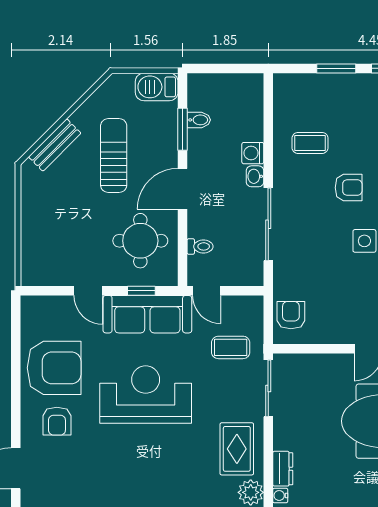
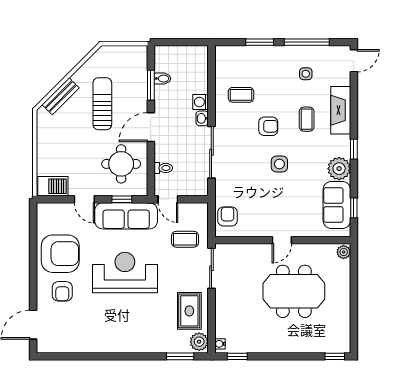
barbecue: (157, 87) -> (53, 186), moved, turned 180
dresser: (283, 469) -> (222, 325), removed

